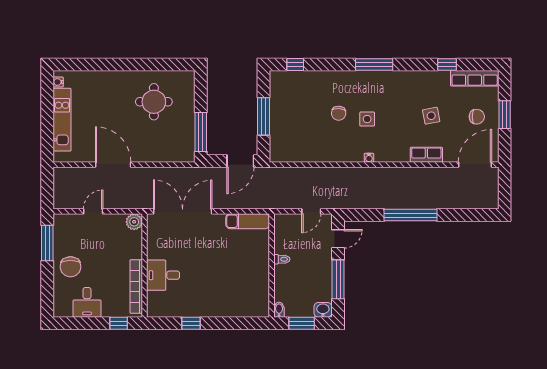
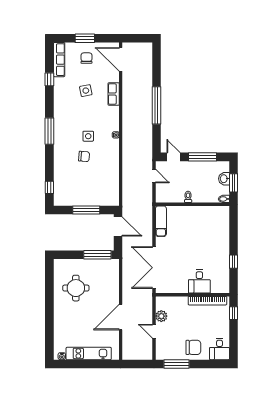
plant: (134, 222) -> (161, 316), moved
desk: (87, 302) -> (220, 349), moved, turned 90
washbasin: (323, 310) -> (224, 179), moved

